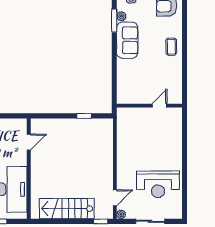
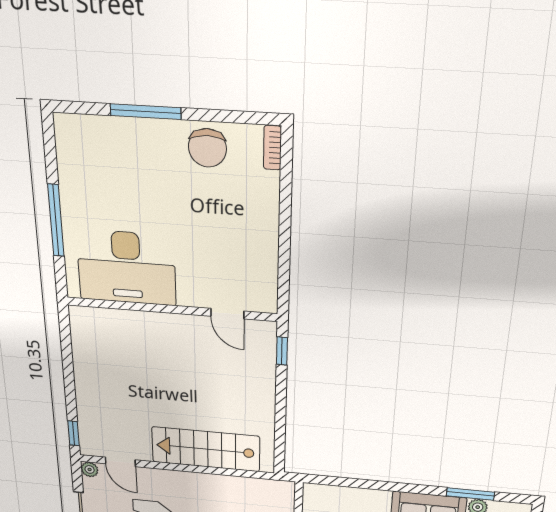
window: (84, 116) -> (282, 351), moved
stairs: (67, 209) -> (206, 449), moved, turned -90

